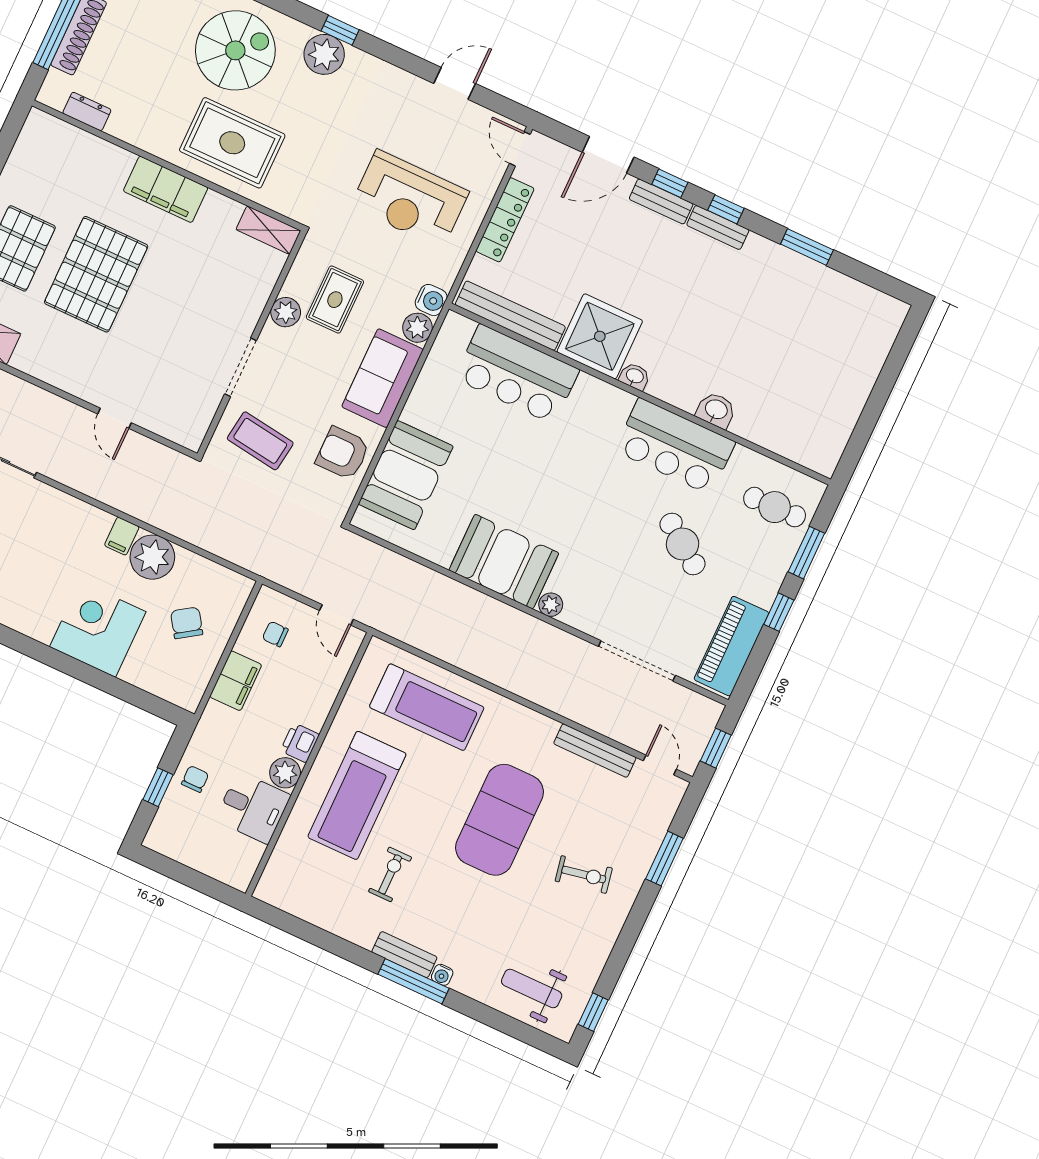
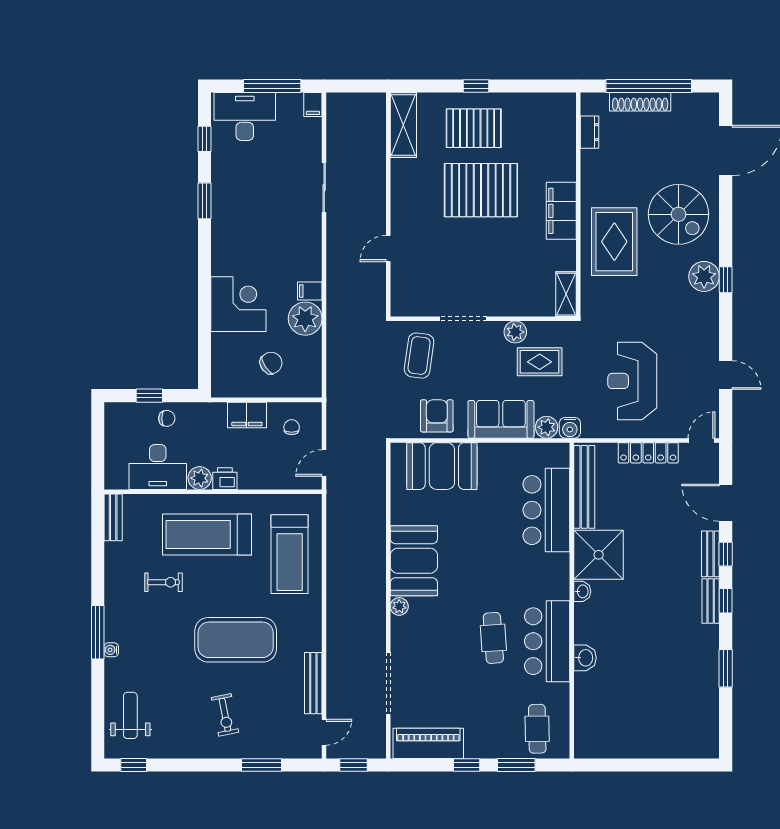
cafe table: (682, 544) -> (493, 638), moved, turned -40
desk: (253, 808) -> (158, 467), width x1.37
bench: (404, 955) -> (113, 517), moved

